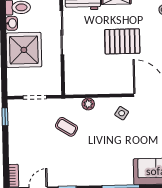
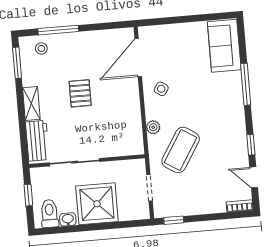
pallet: (122, 41) -> (80, 93), width x0.67, depth x0.71
coffee table: (67, 127) -> (181, 150), width x1.86, depth x1.72

